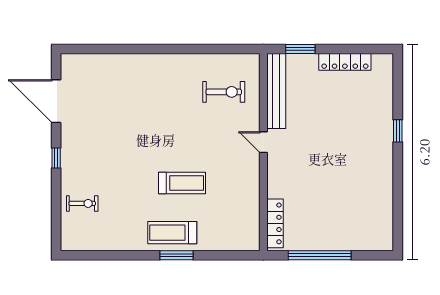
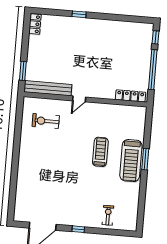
locker: (345, 62) -> (35, 24), moved, width x0.66
exercise bike: (224, 92) -> (46, 121), turned -90
treadmill: (172, 233) -> (131, 161), width x1.37, depth x1.38
window: (371, 255) -> (155, 37), added

